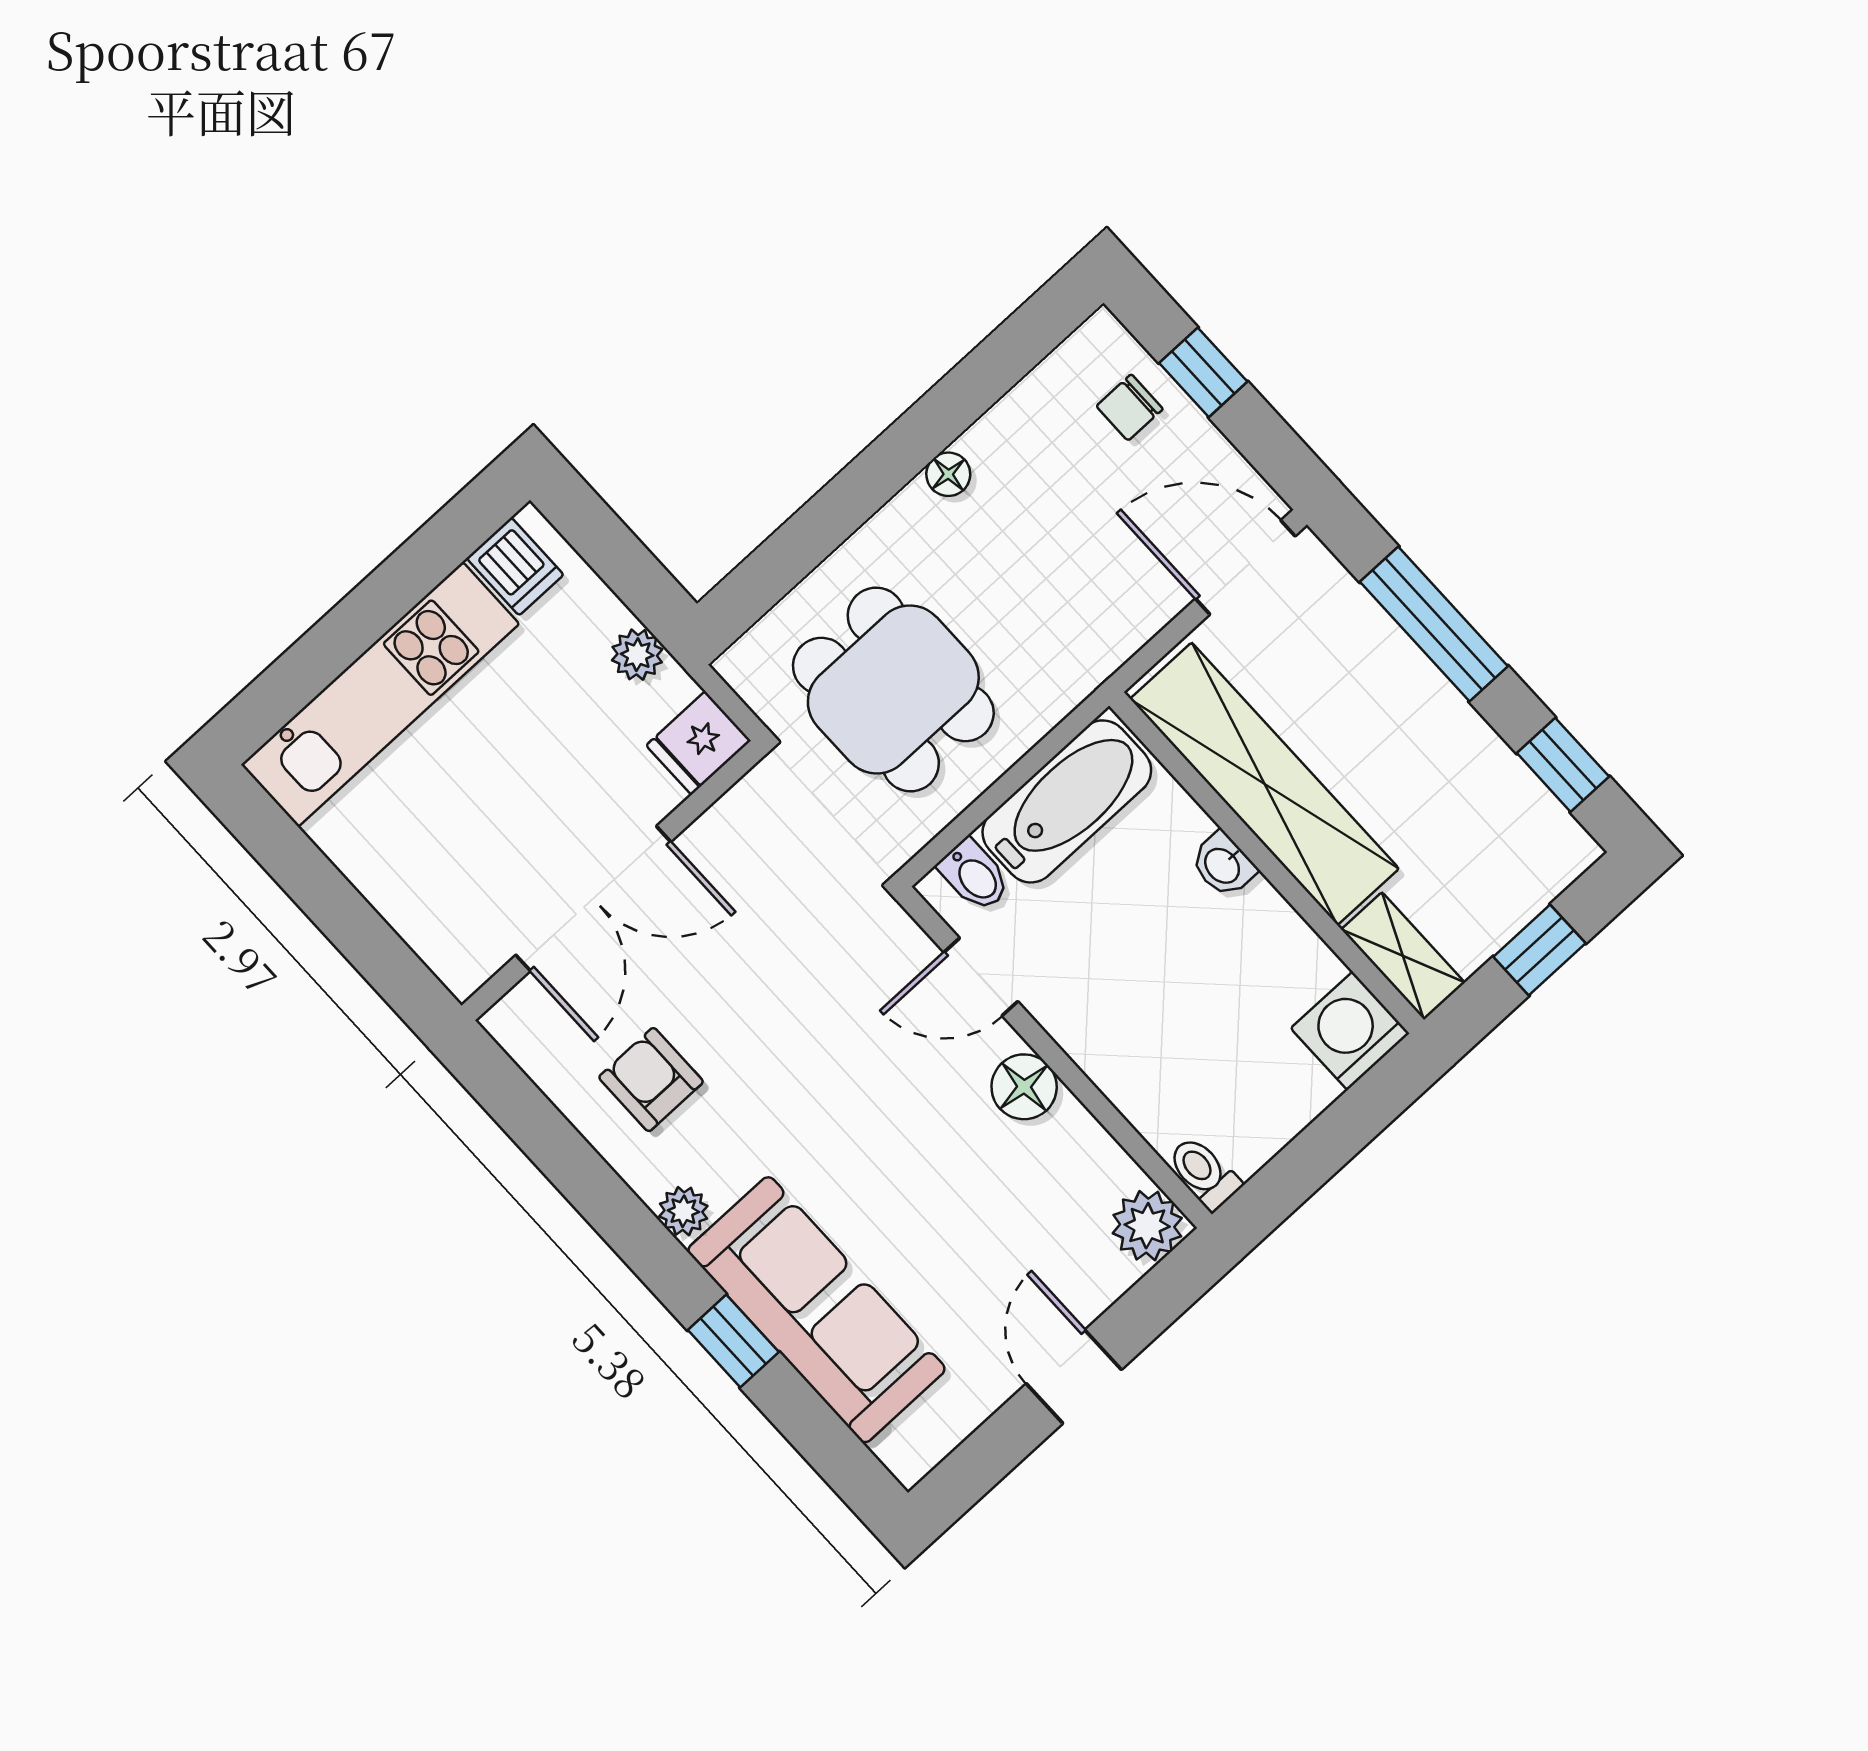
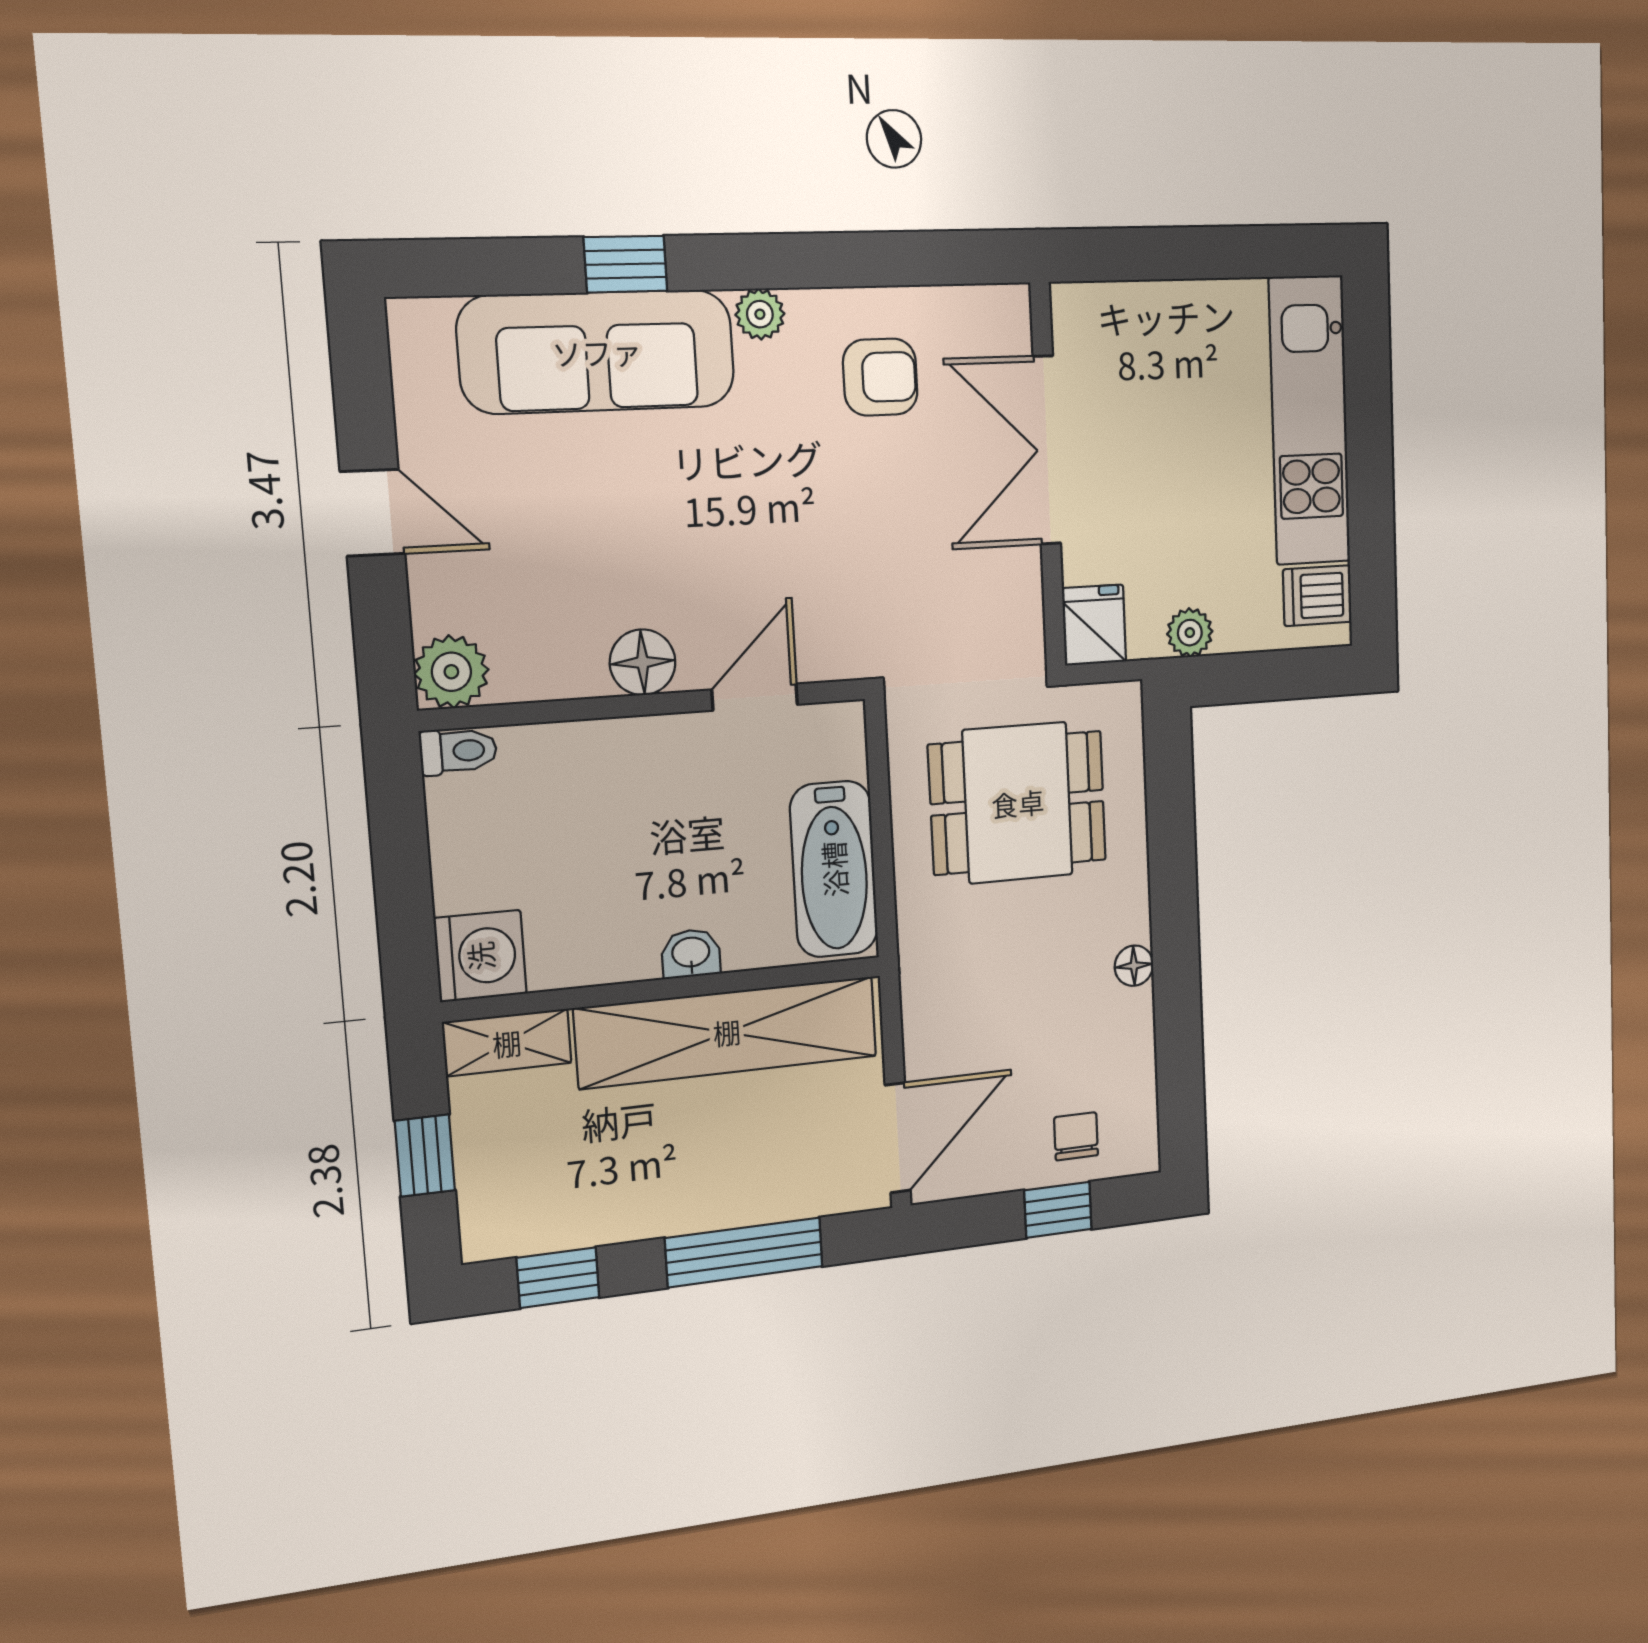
bidet: (974, 875) -> (835, 754), removed

